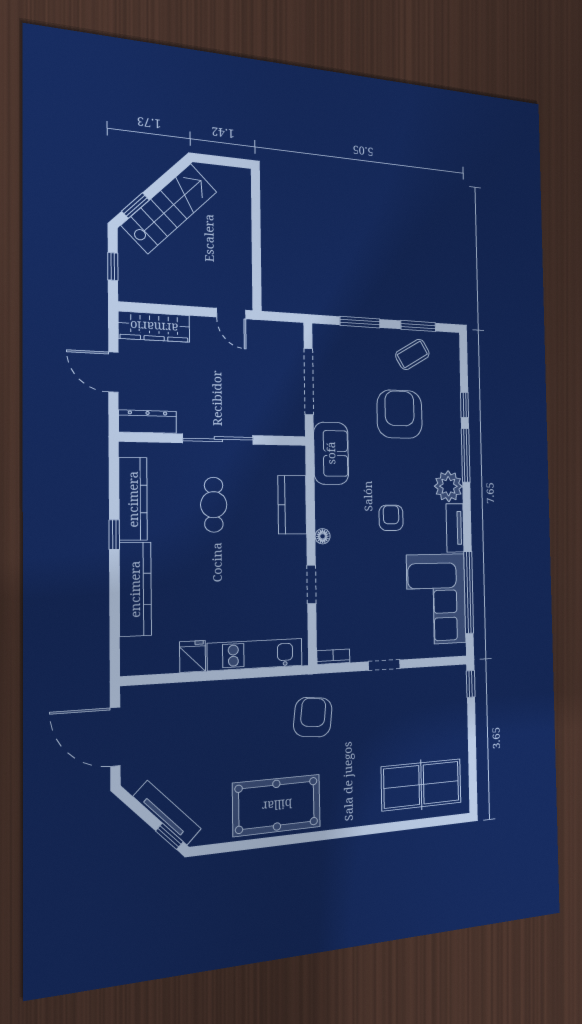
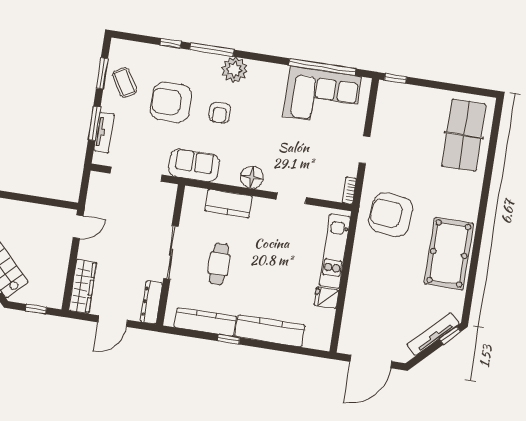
cafe table: (214, 505) -> (219, 264), turned 90
armchair: (391, 518) -> (220, 113), moved, turned -90
tv unit: (455, 528) -> (104, 132), moved, turned -90
floor lamp: (323, 536) -> (252, 177), width x1.89, depth x1.89
armchair: (313, 717) -> (391, 215), width x1.36, depth x1.36

